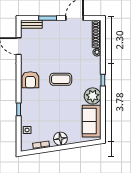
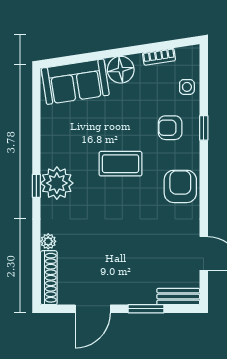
coffee table: (61, 79) -> (120, 164), moved
plant: (93, 96) -> (57, 183), moved
armchair: (36, 109) -> (170, 128), added
sofa: (92, 121) -> (75, 82), moved, turned 81

